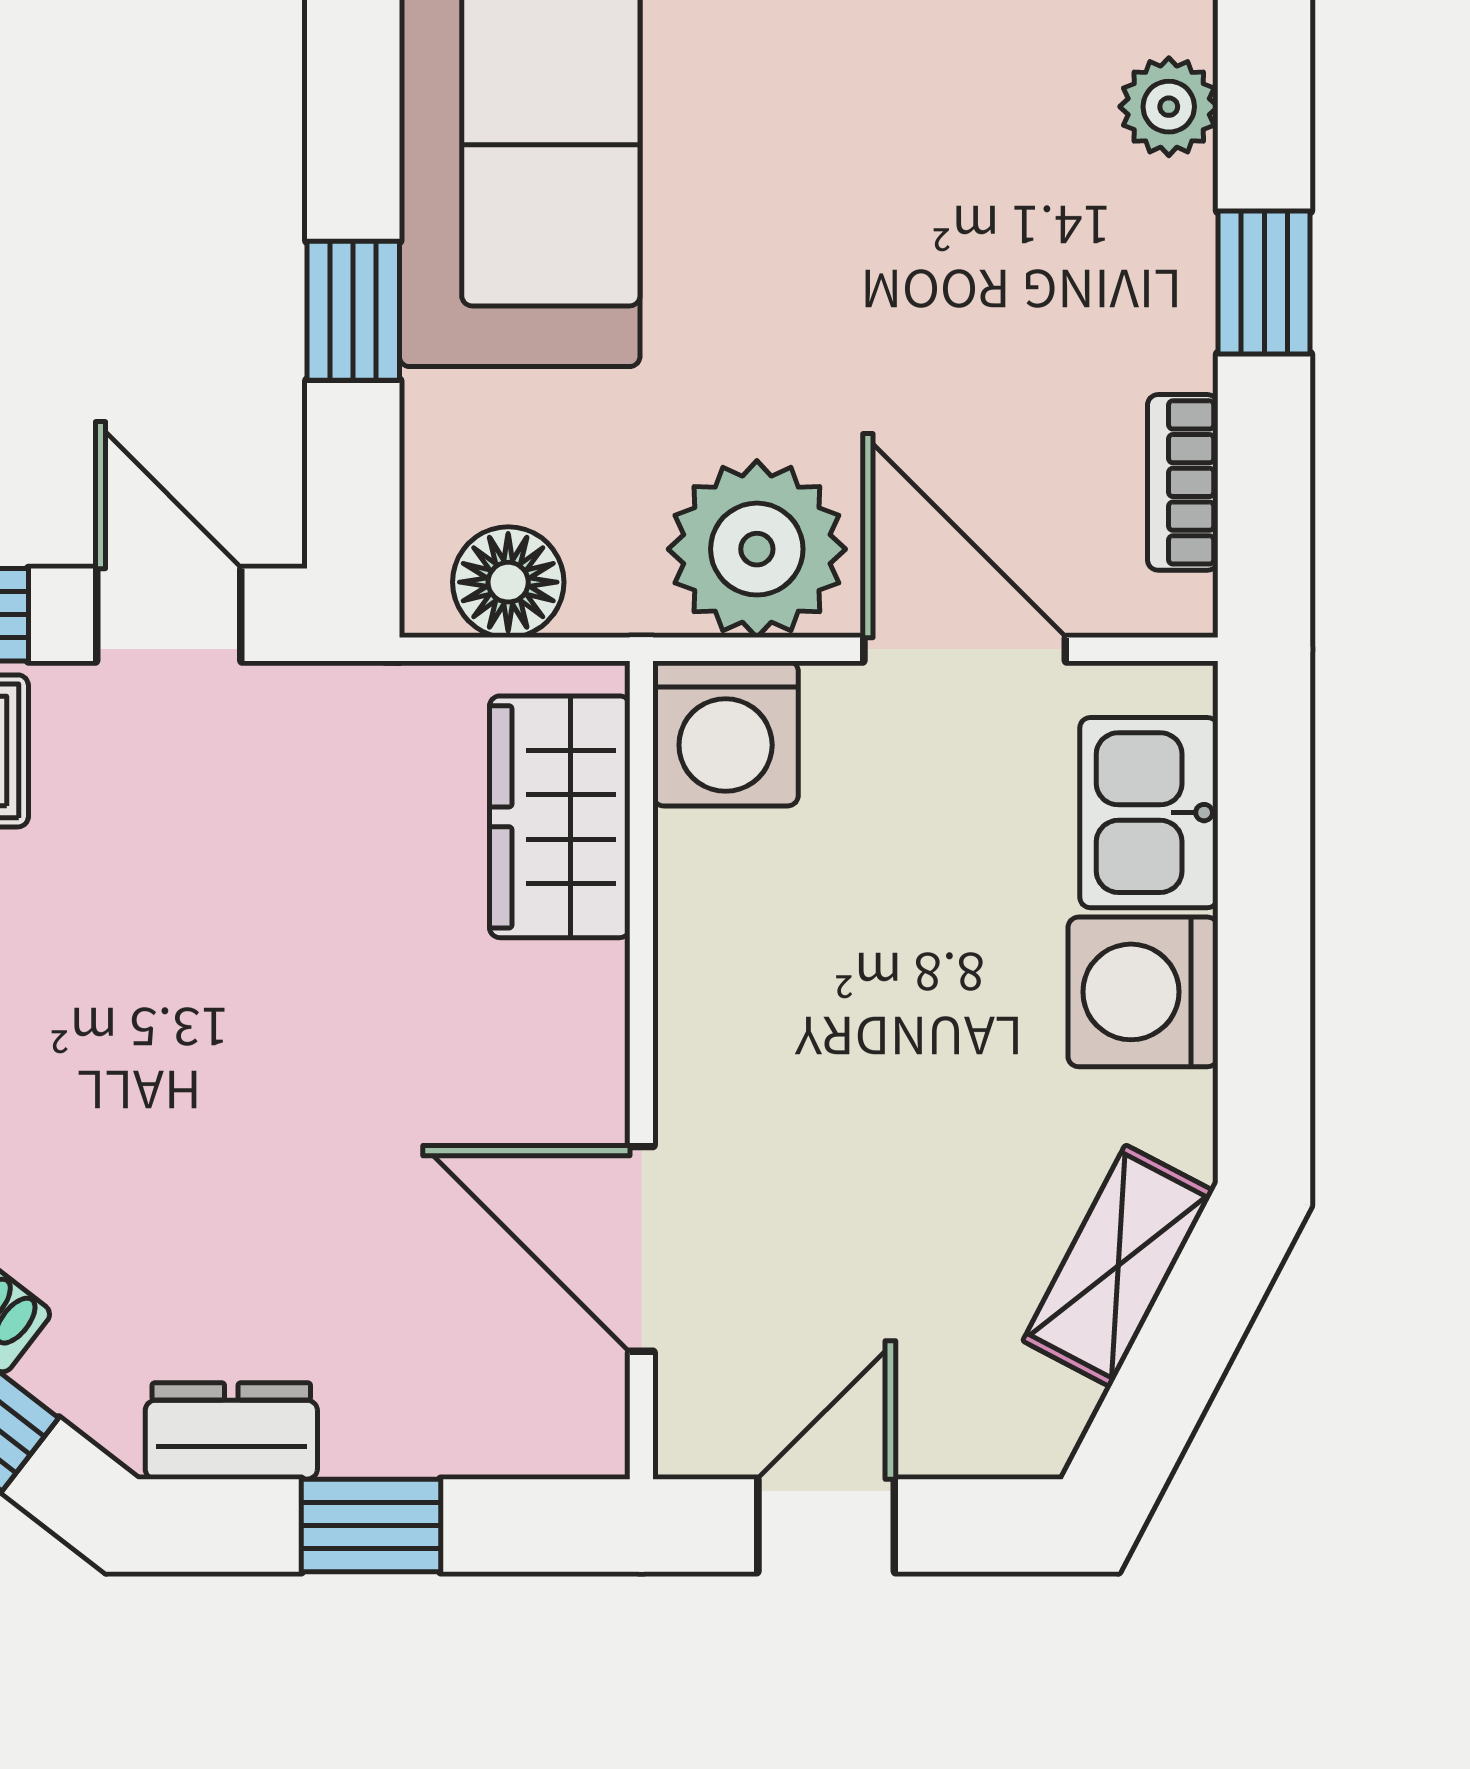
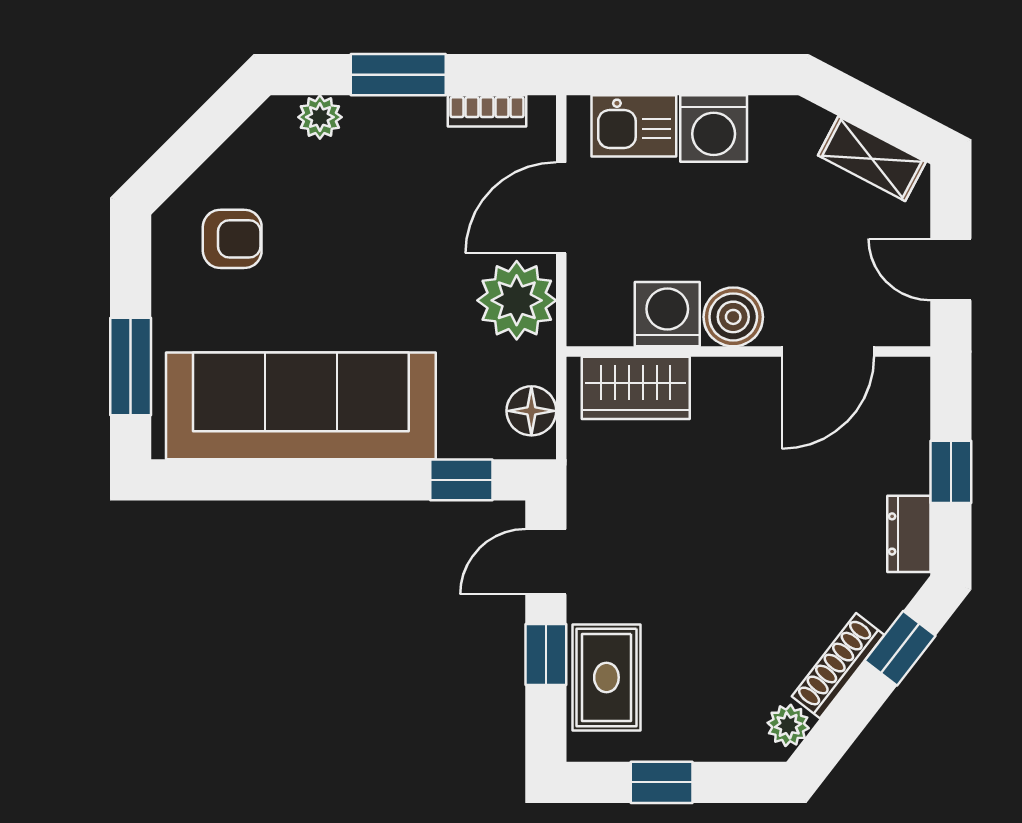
window: (1264, 283) -> (398, 75), width x1.50
window: (353, 311) -> (461, 480), moved
washing machine: (726, 733) -> (667, 314), moved, turned -90
boiler: (719, 1036) -> (733, 317), added
shelving: (1118, 1266) -> (872, 159), moved

